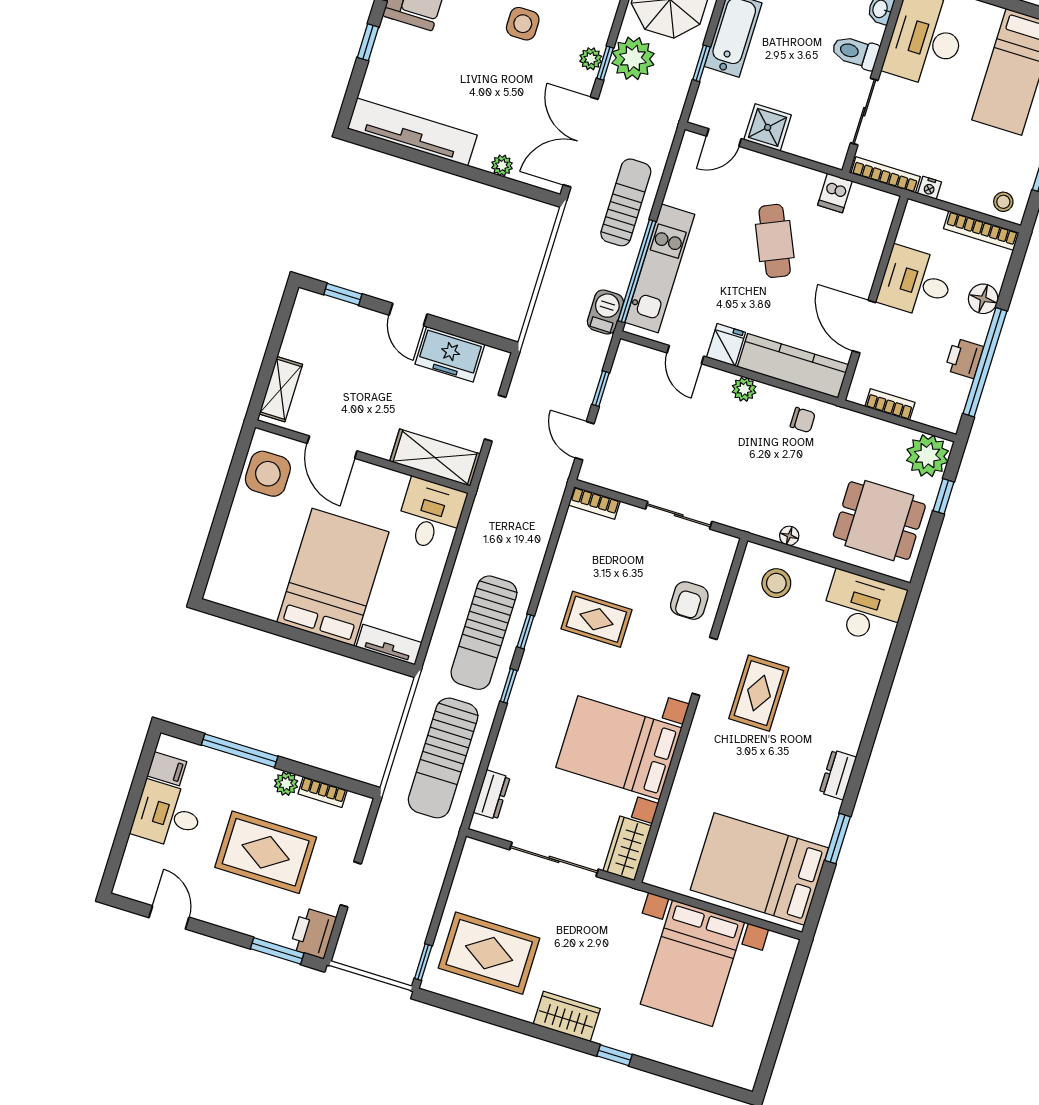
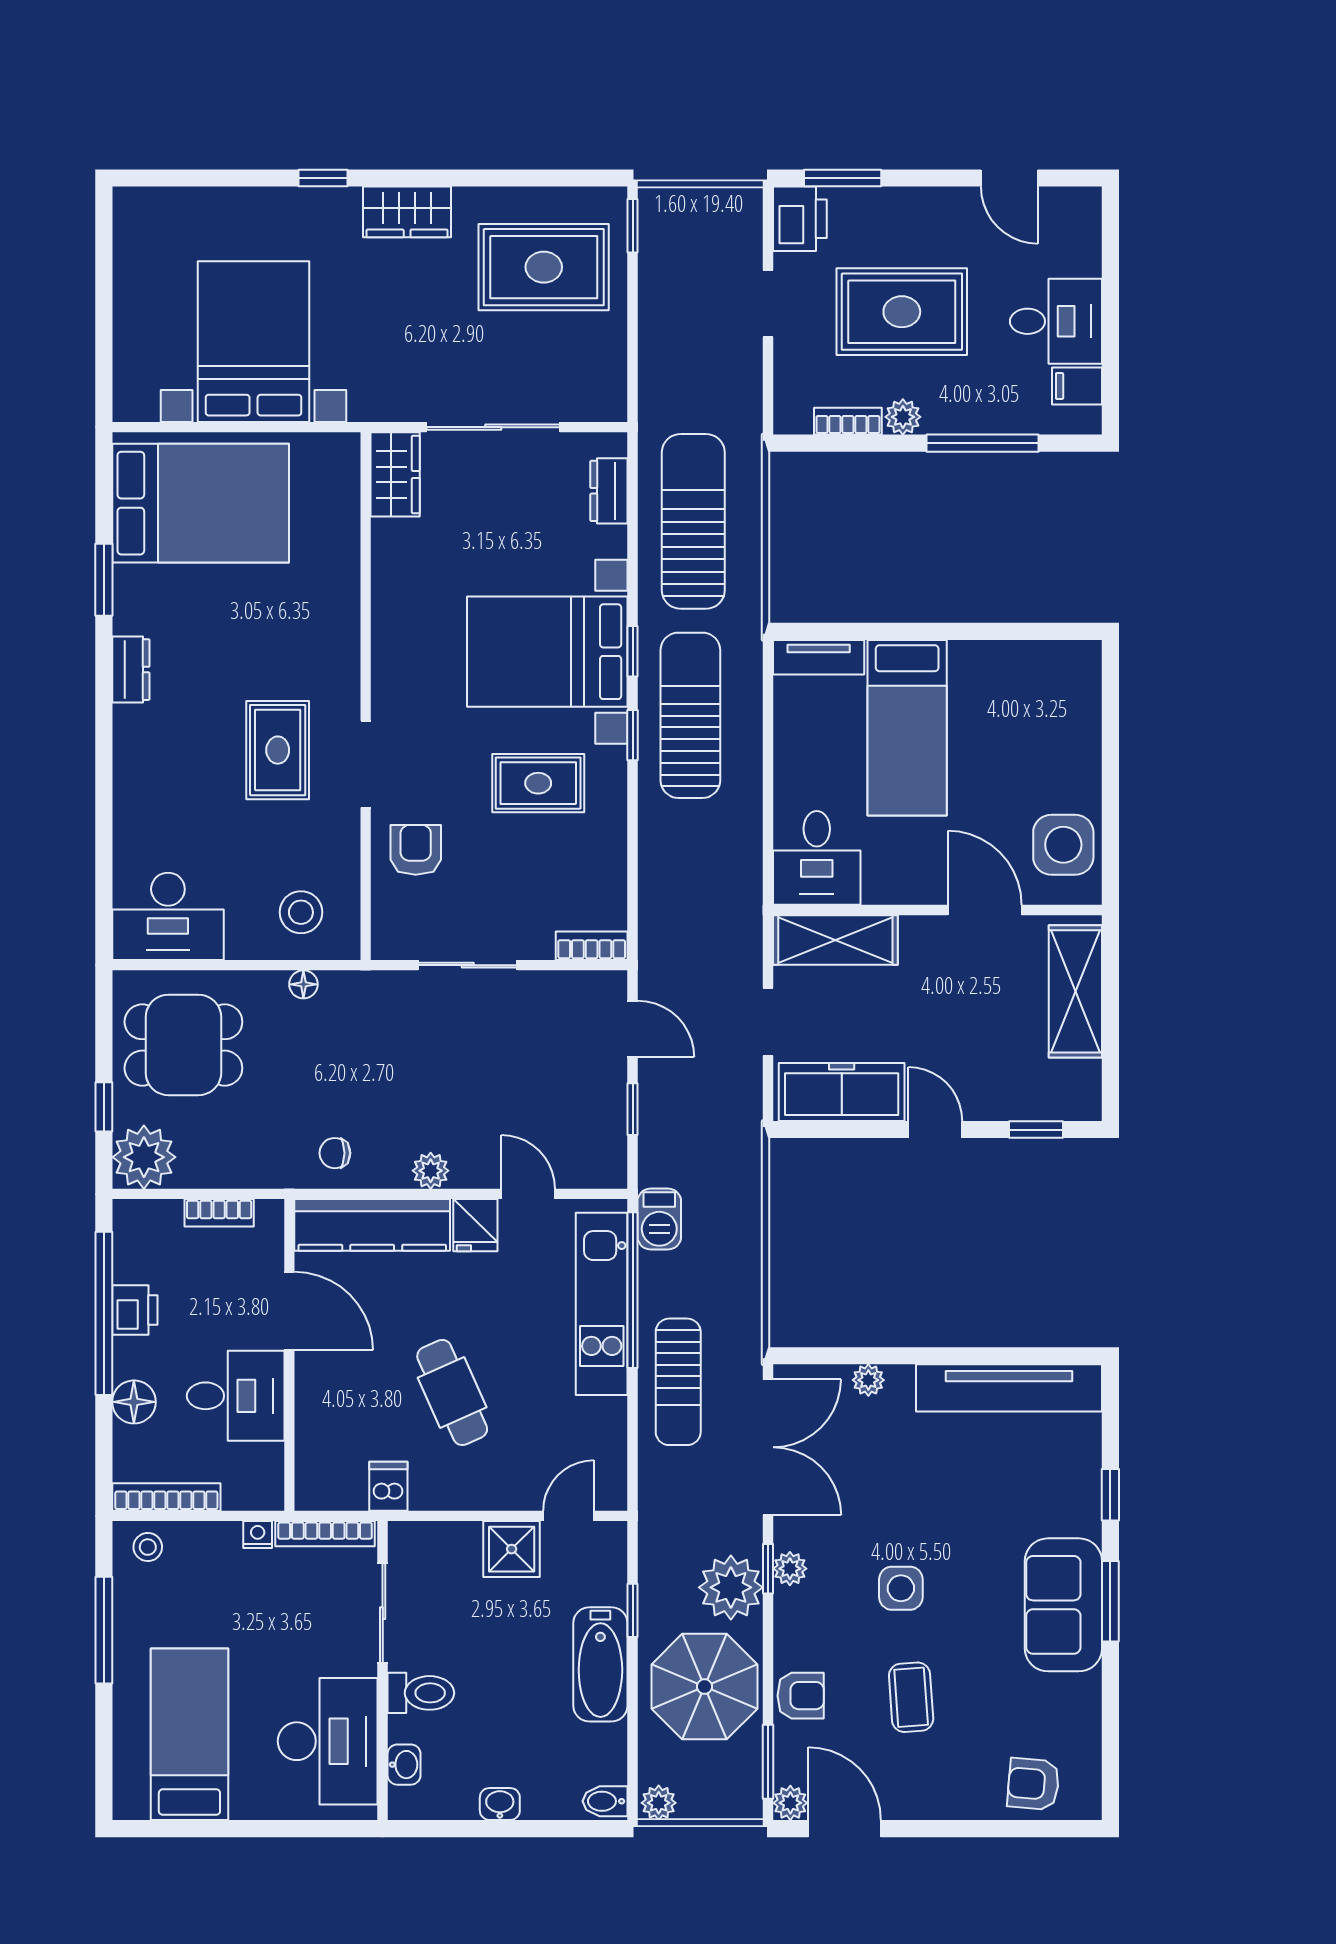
freezer: (450, 354) -> (842, 1092), width x1.40
shelving: (281, 389) -> (1075, 991), width x1.50, depth x1.33
bed: (333, 577) -> (907, 728), width x0.67
bed with nightstands: (619, 748) -> (547, 652), moved, turned 180

